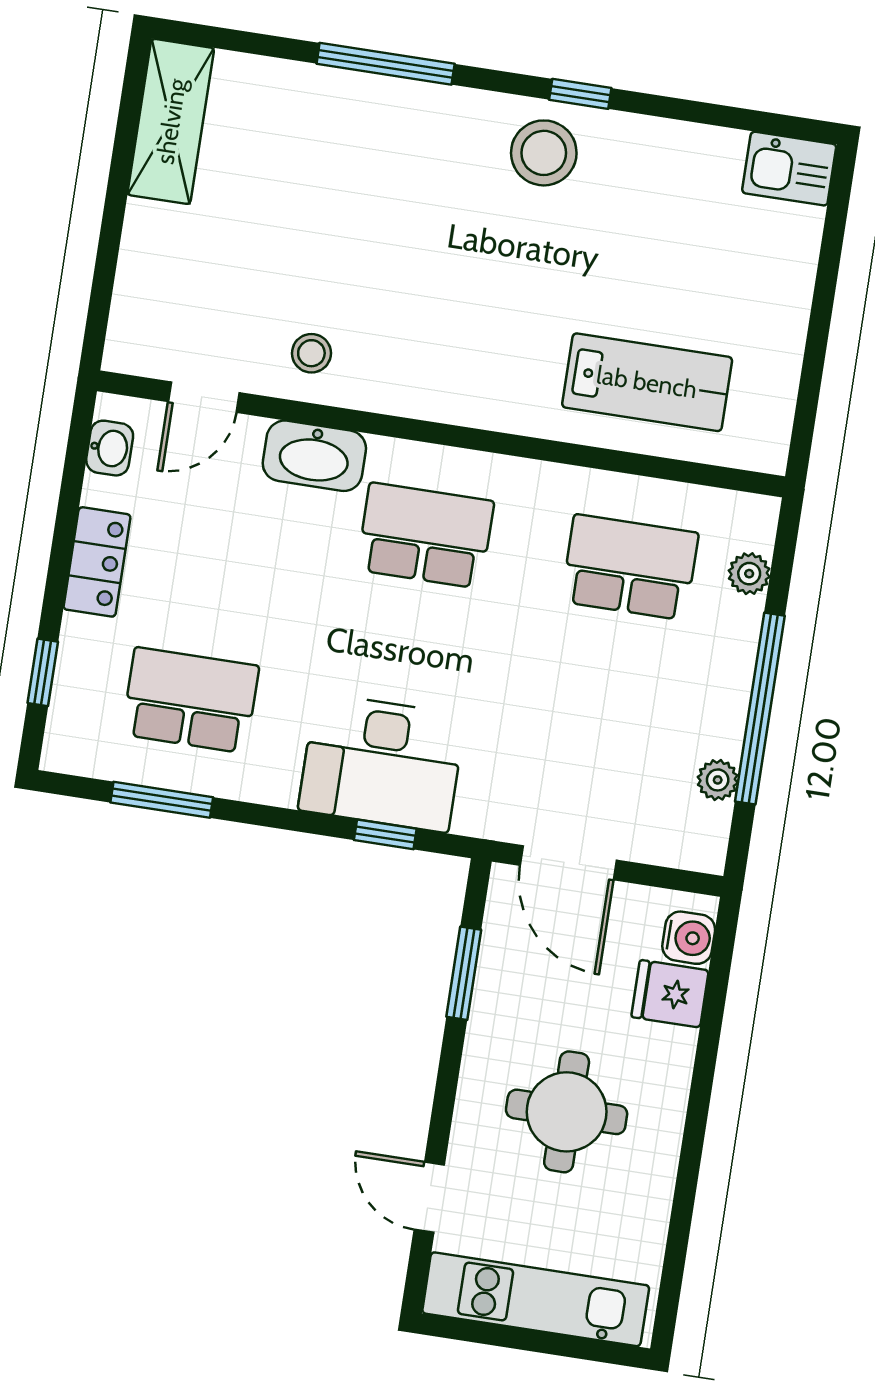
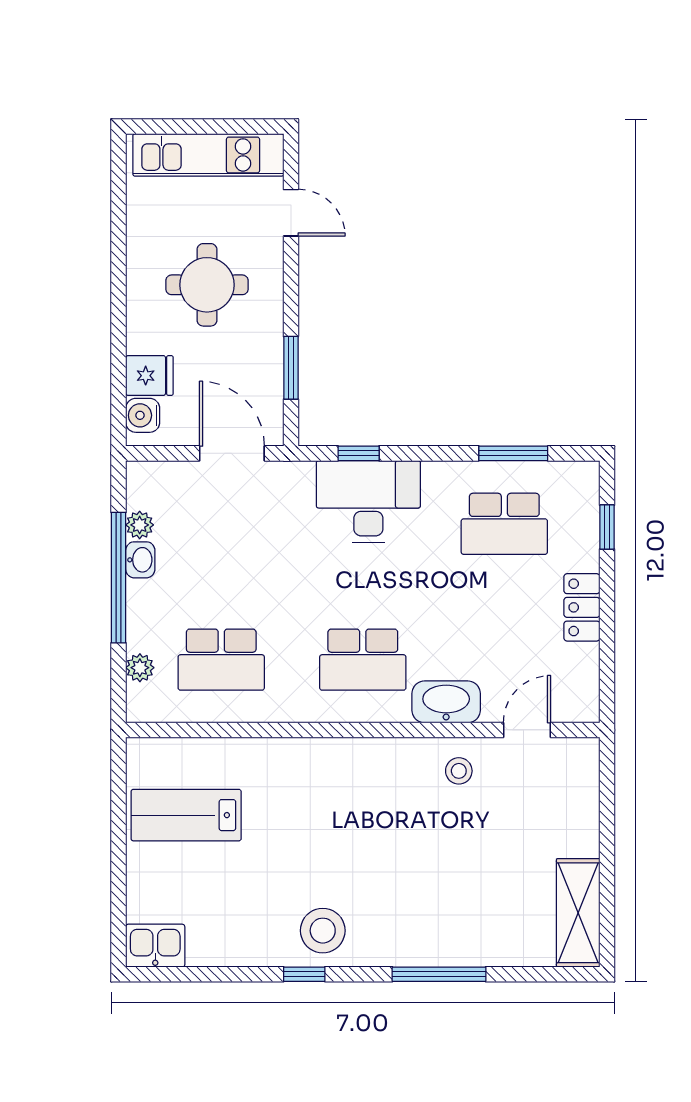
lab bench: (647, 382) -> (186, 815), moved
washbasin: (110, 448) -> (140, 560), moved, turned 180

